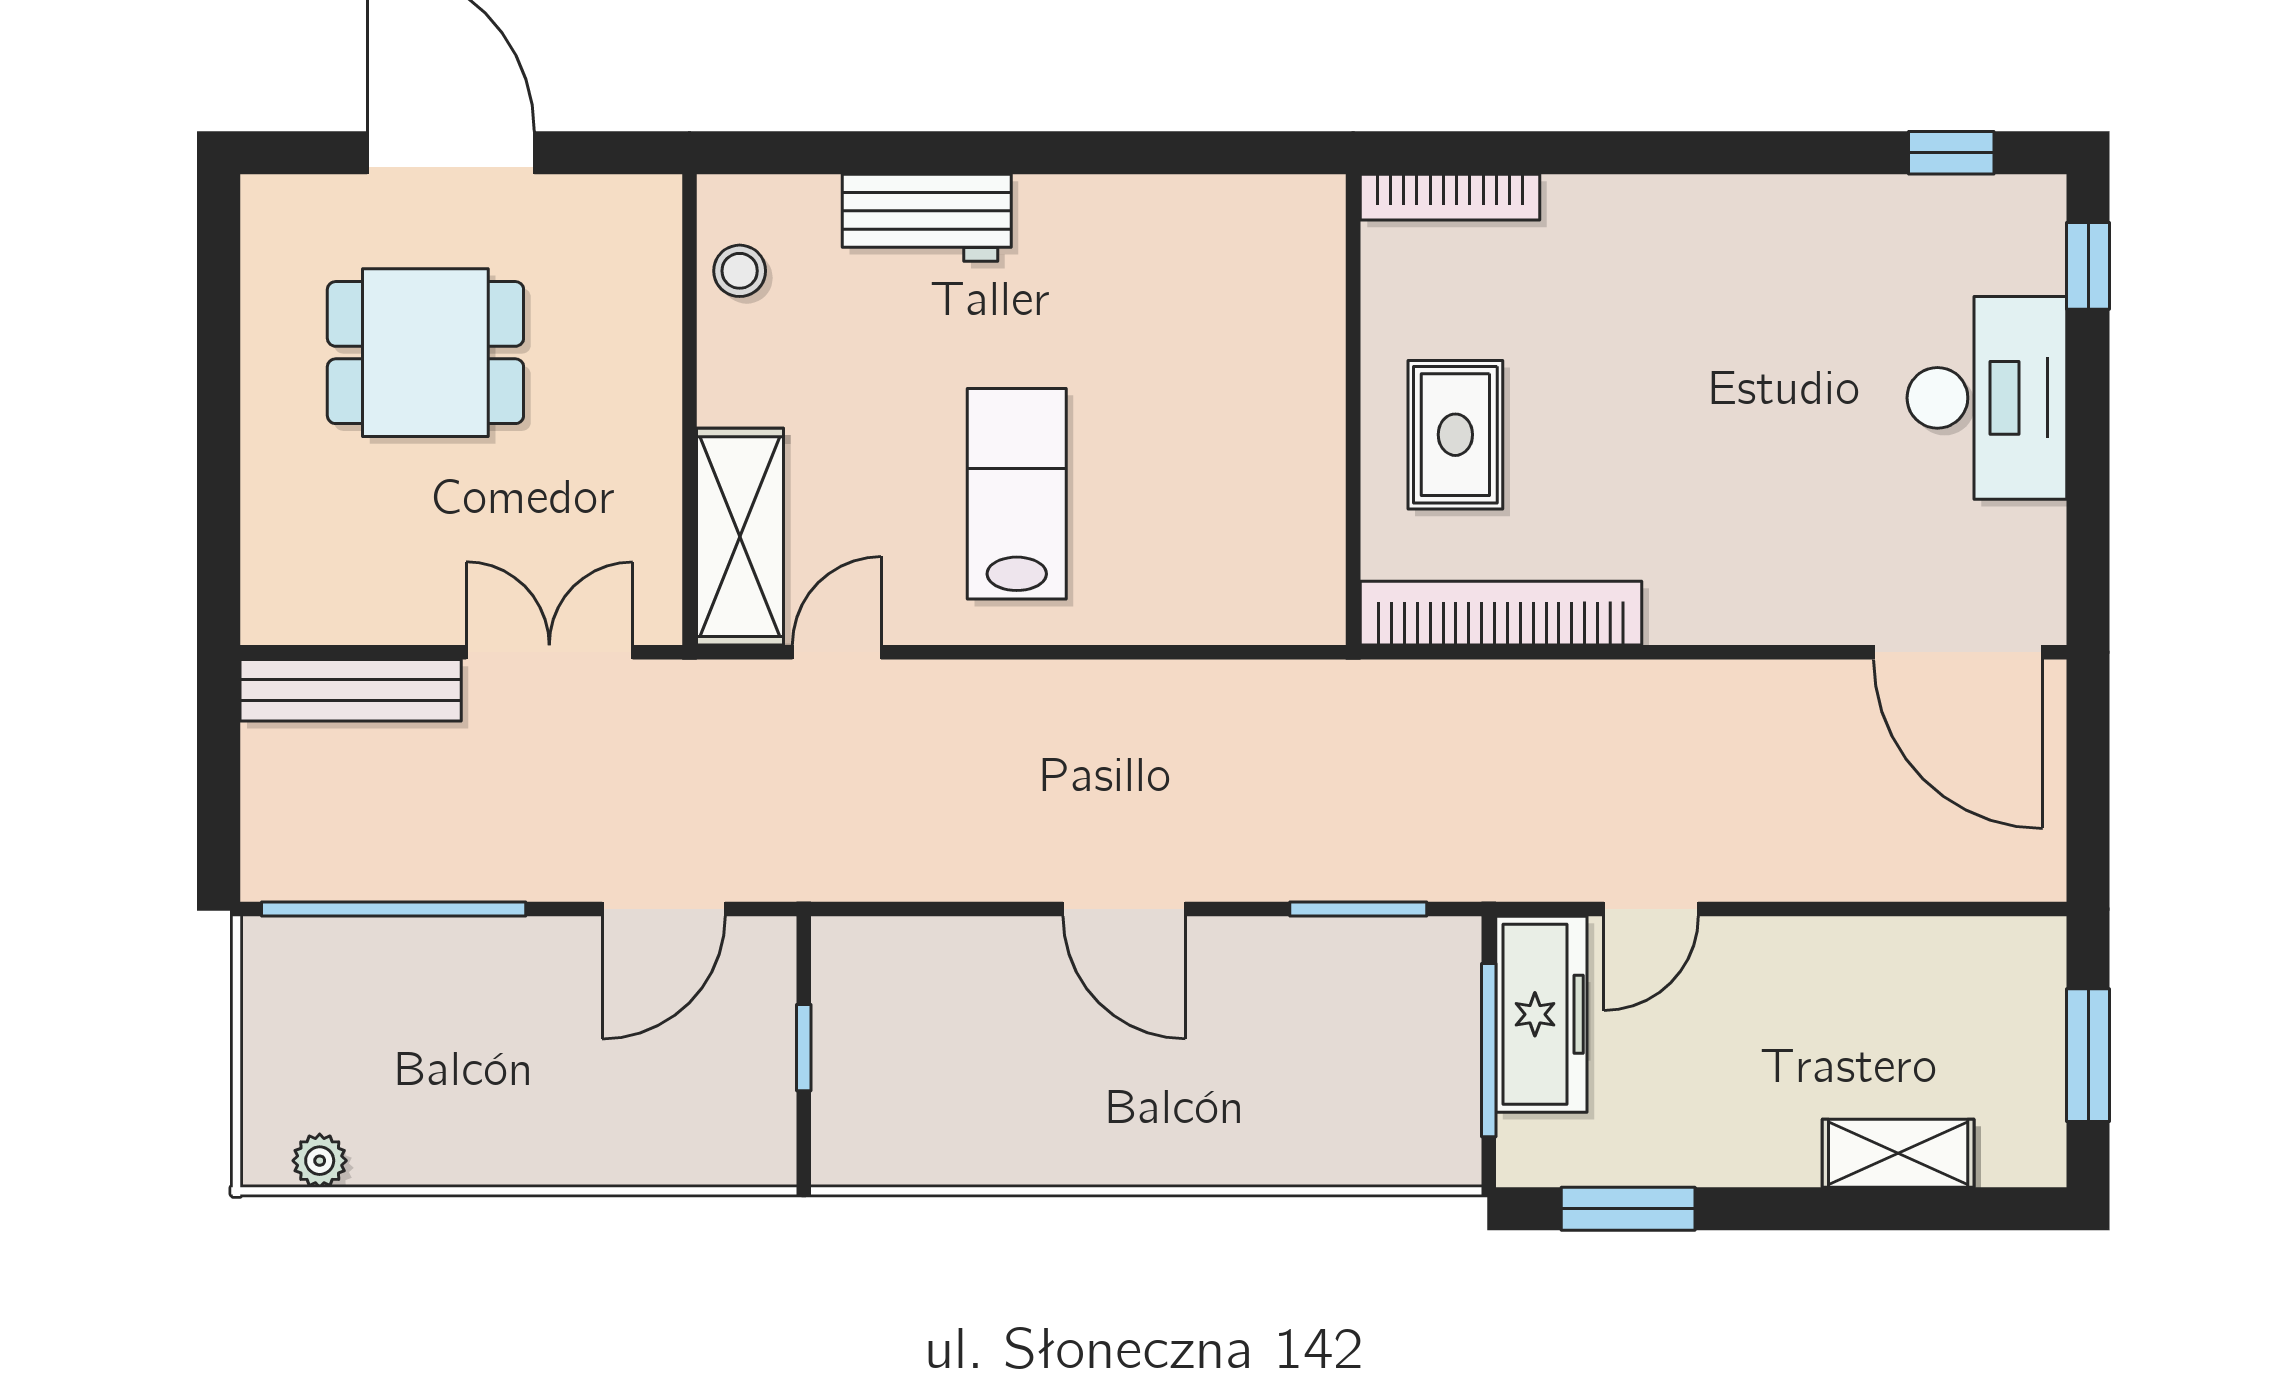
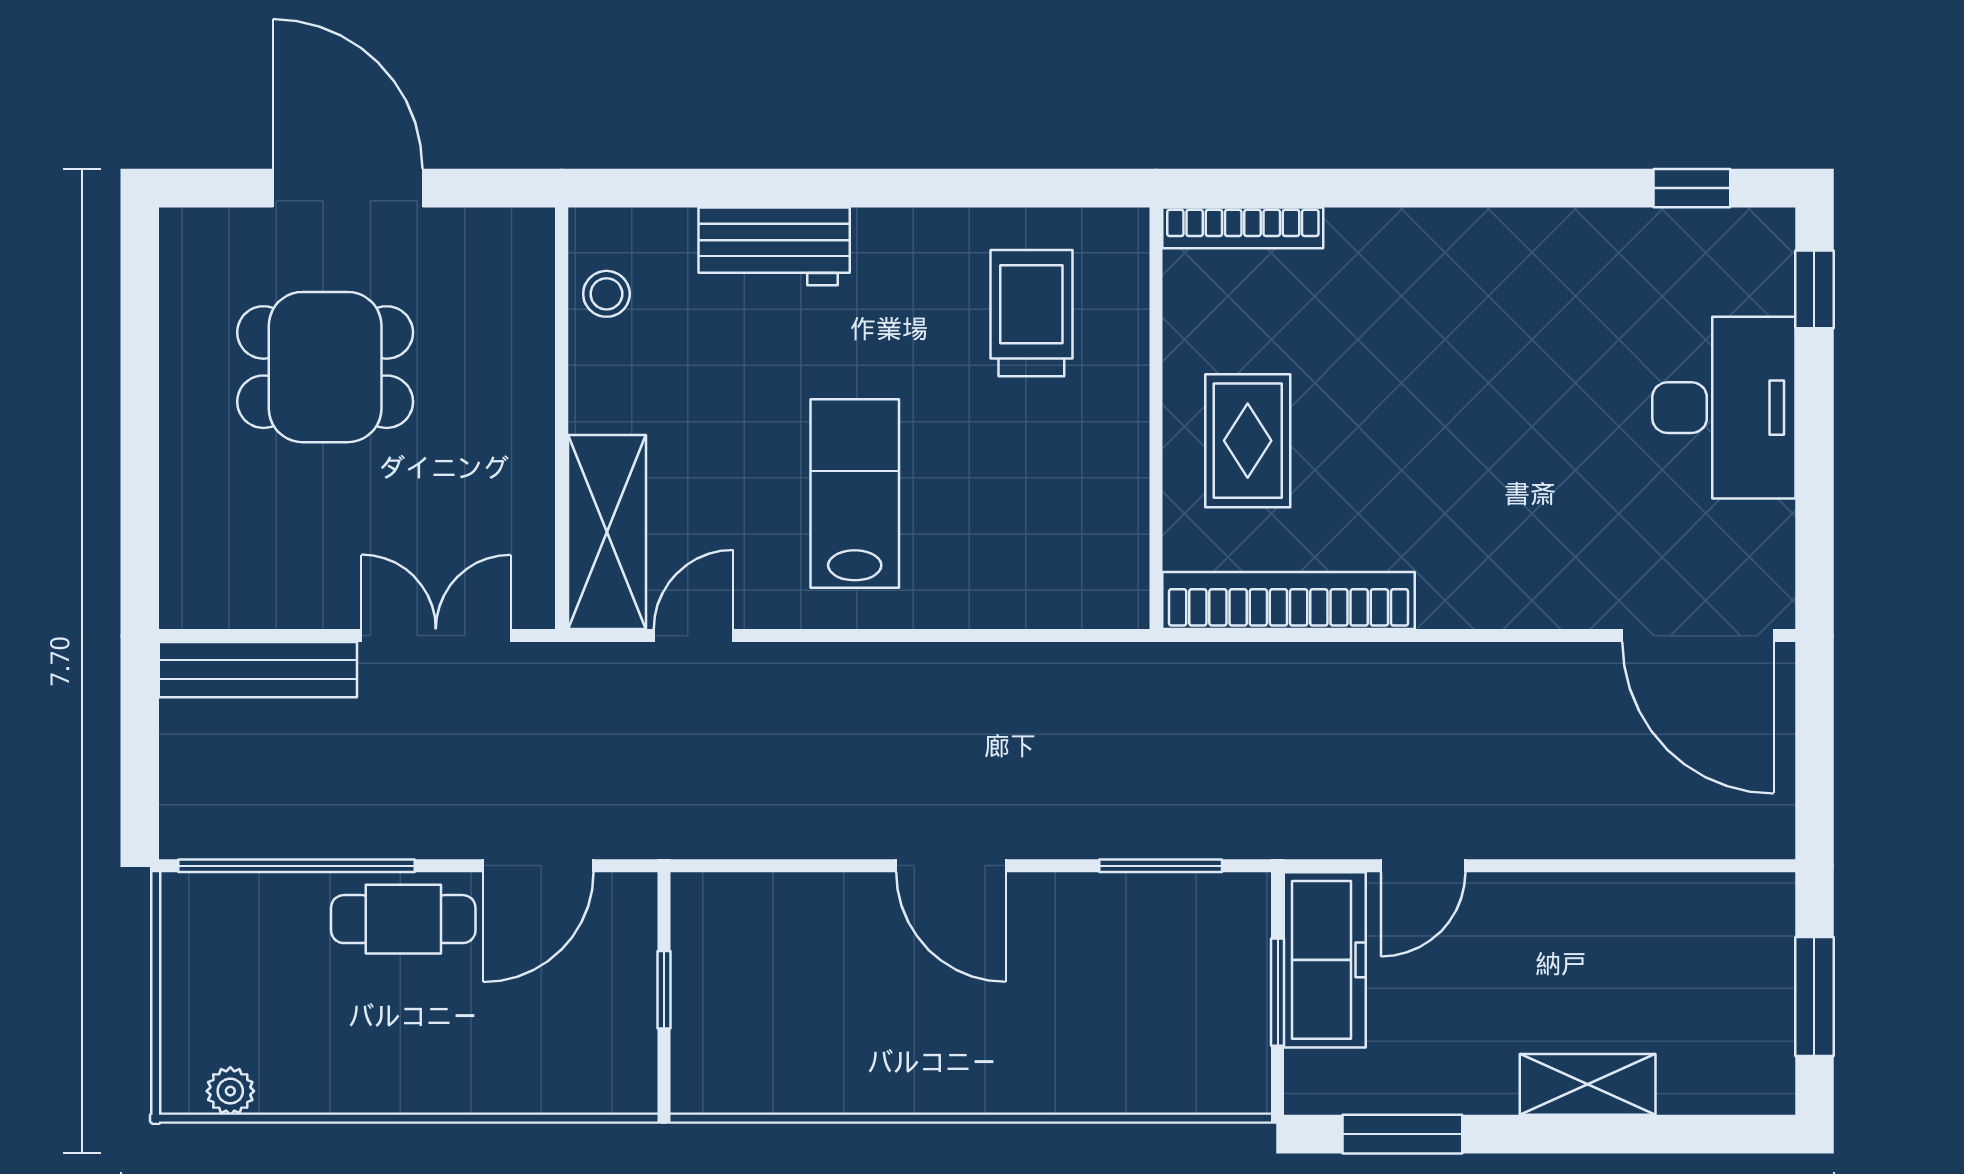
trolley: (1214, 292) -> (1031, 313), added
cafe table: (513, 969) -> (403, 919), added
window: (1489, 1050) -> (1278, 992), width x0.69
shelving: (1898, 1153) -> (1588, 1084), moved

